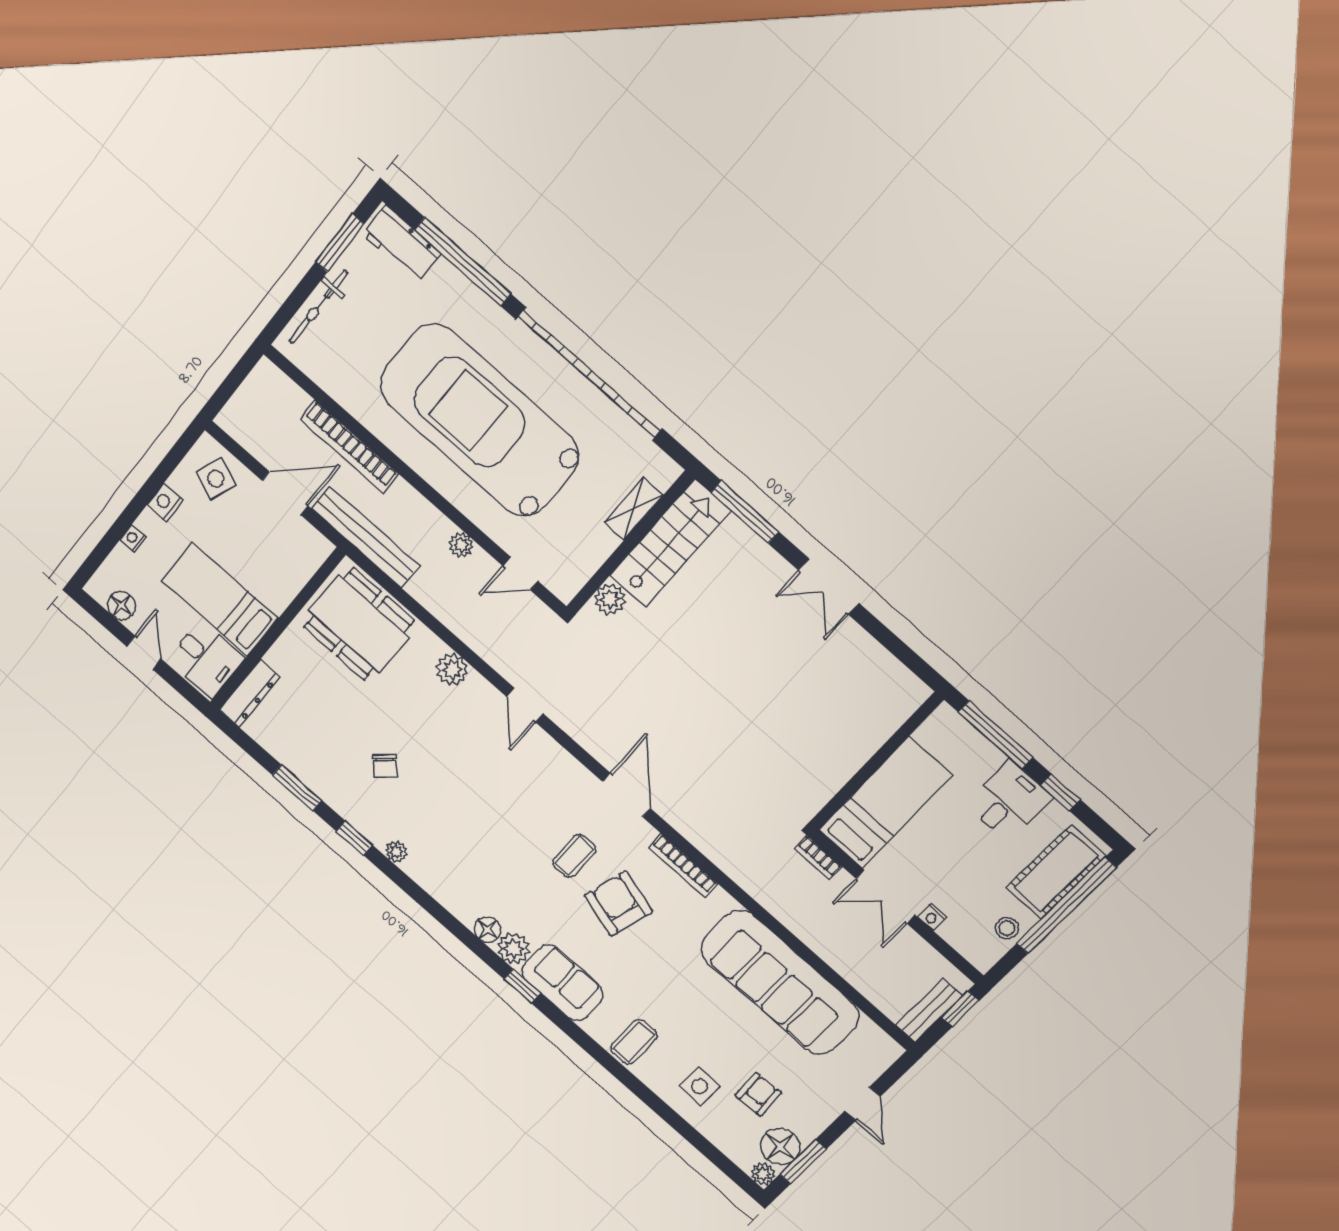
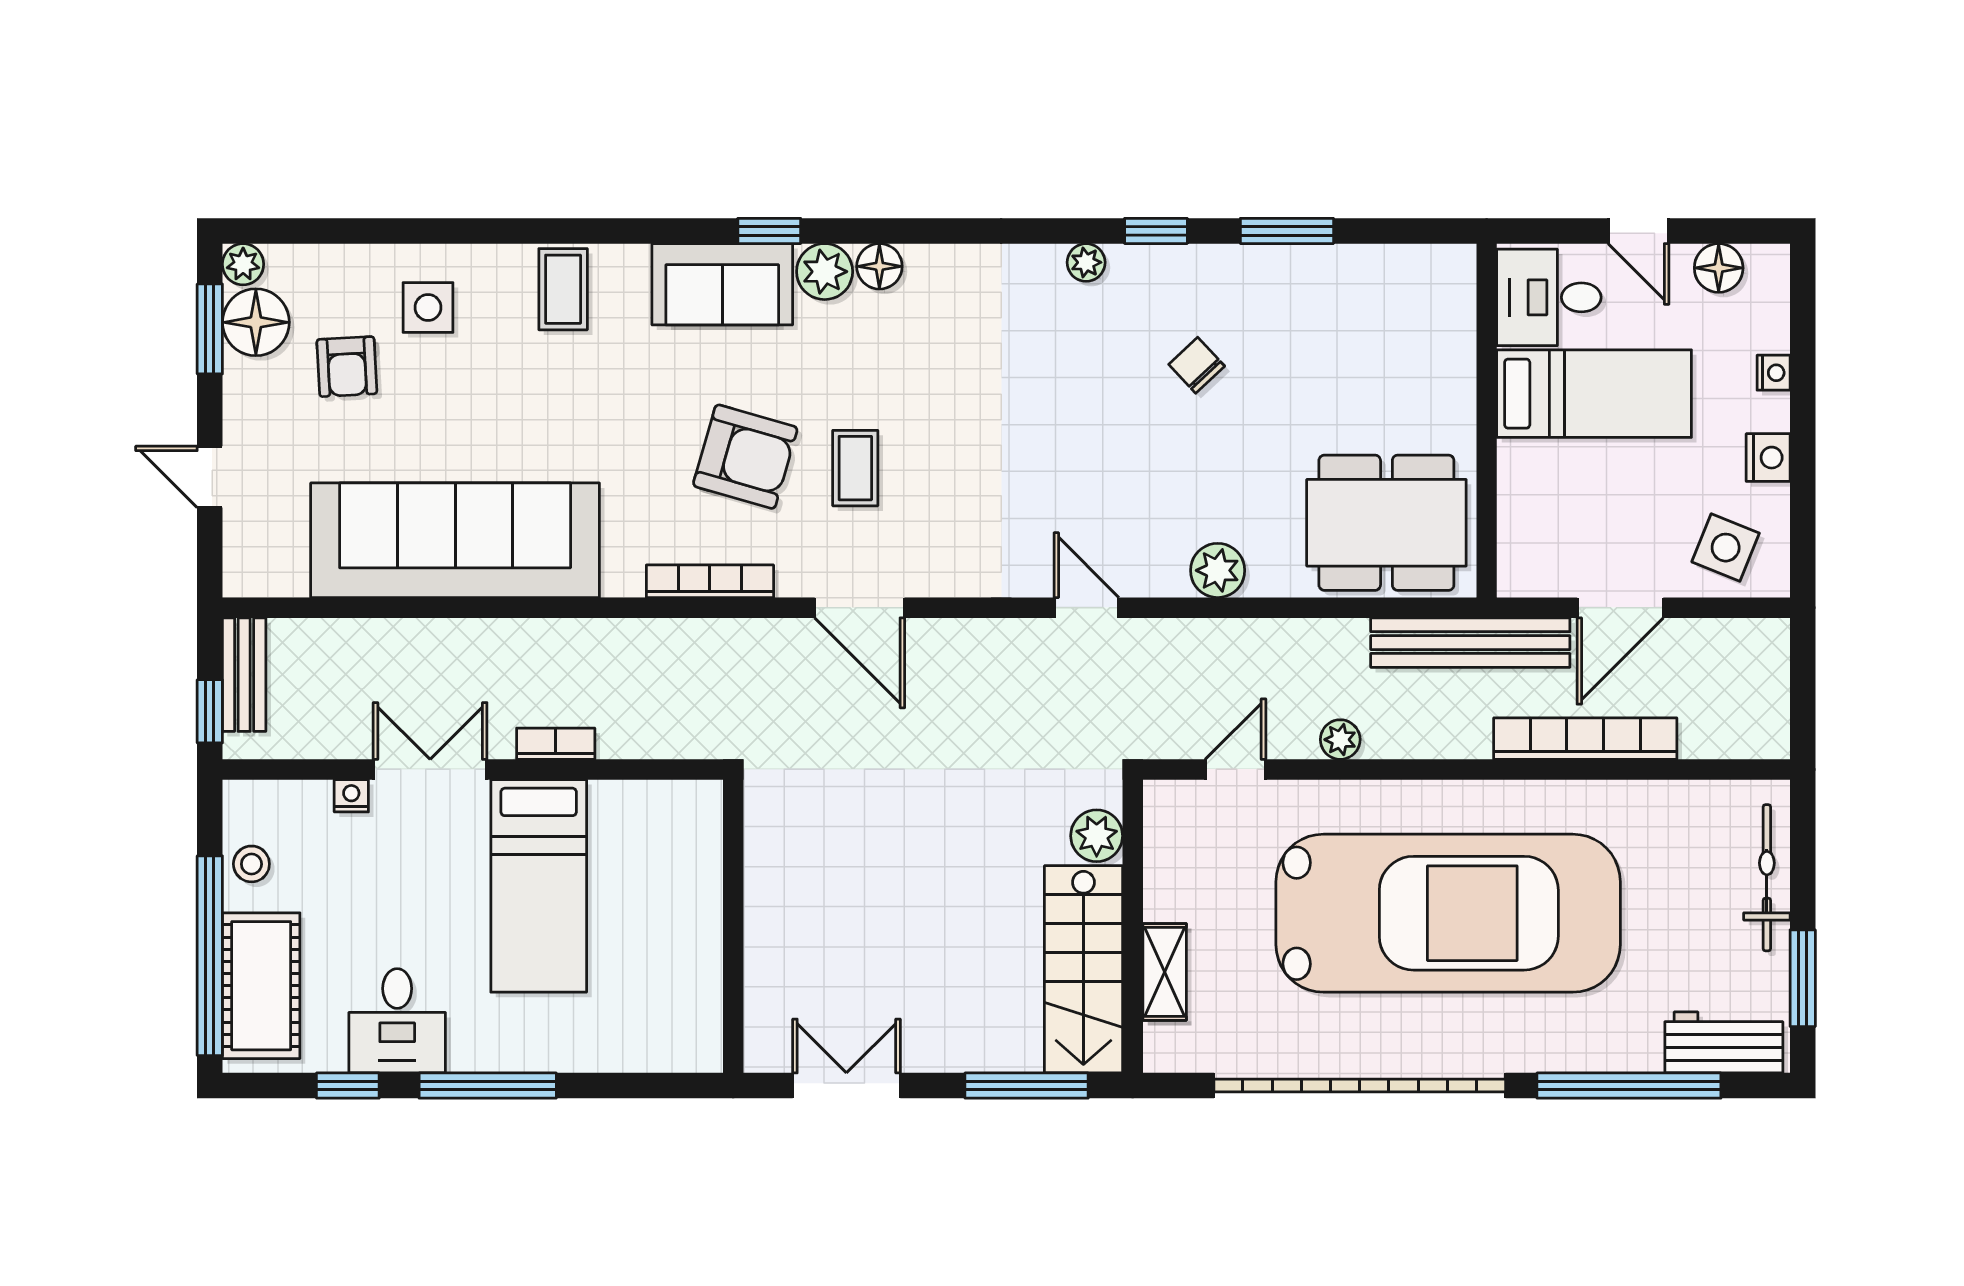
dresser: (250, 693) -> (1454, 302), removed
wall: (876, 761) -> (733, 926), moved

